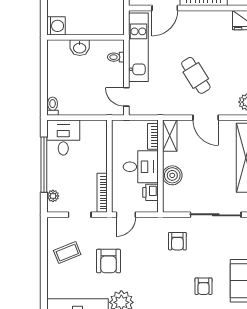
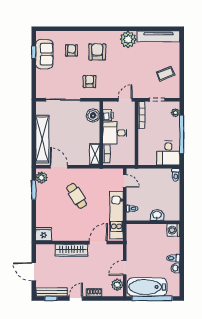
door: (206, 118) -> (59, 167), moved
boiler: (172, 175) -> (93, 115), moved
armchair: (108, 261) -> (97, 52), moved

